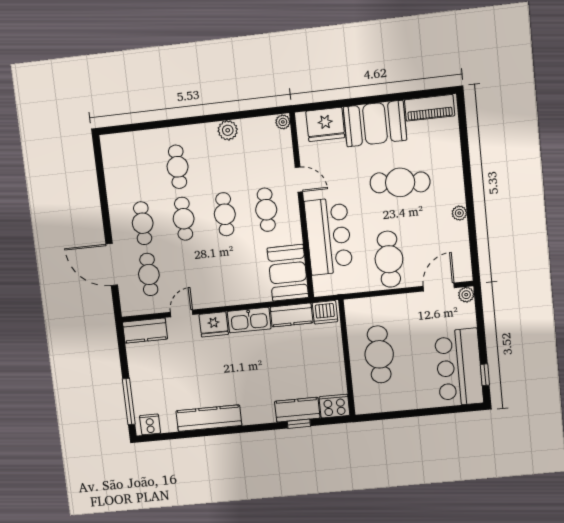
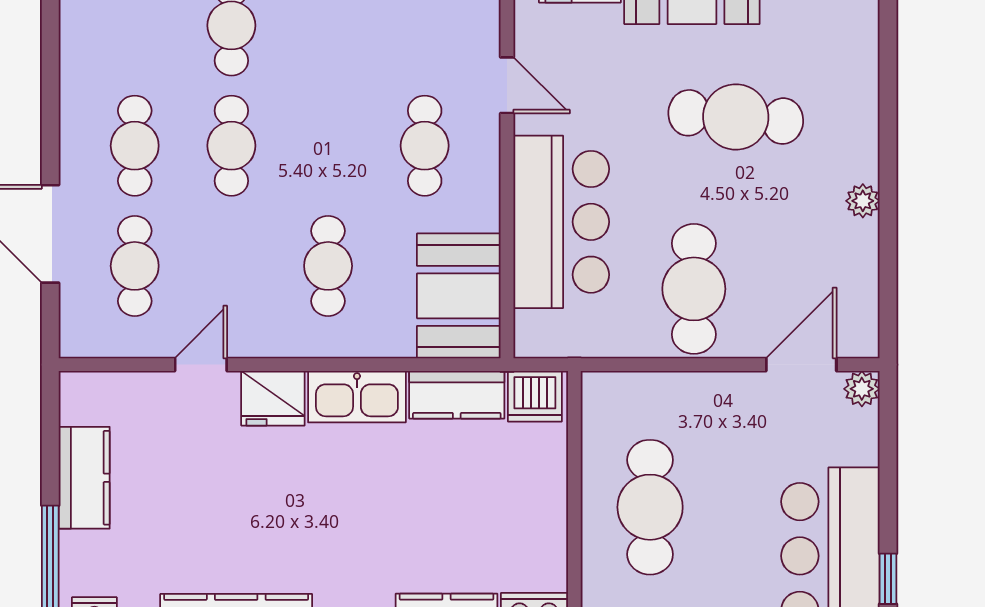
cafe table: (225, 214) -> (328, 266), moved
kitchen counter: (145, 331) -> (84, 478), moved, turned -90

